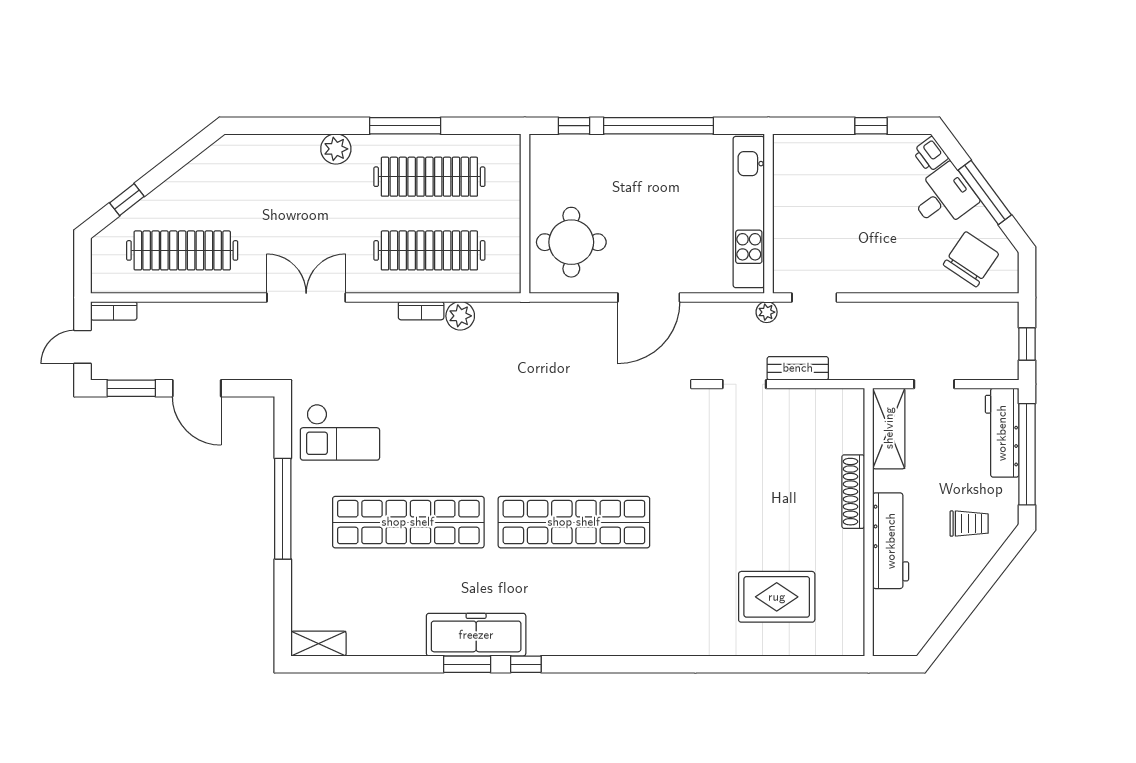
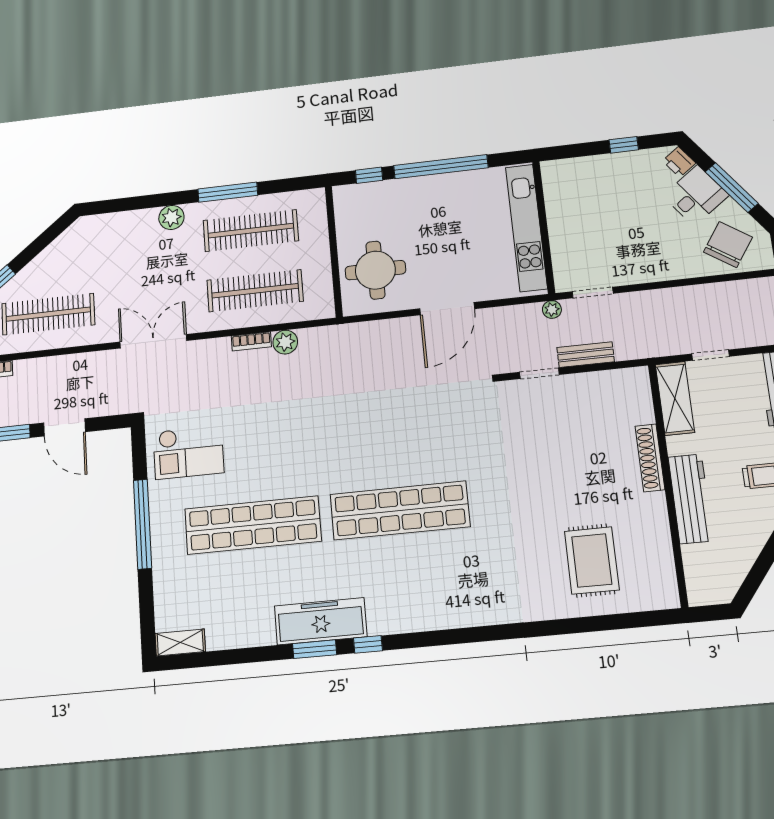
rug: (777, 597) -> (592, 560), turned 90

